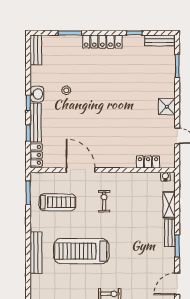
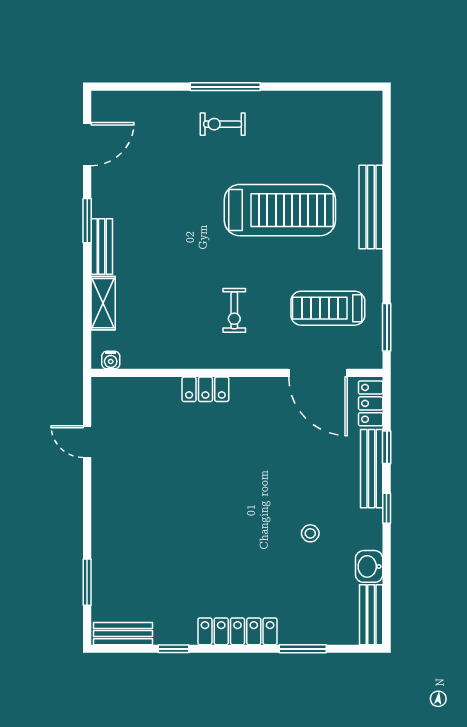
washbasin: (37, 94) -> (369, 566), moved
shower: (167, 107) -> (108, 500), removed
locker: (148, 162) -> (205, 389), moved
door: (81, 170) -> (318, 373), moved

